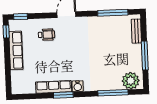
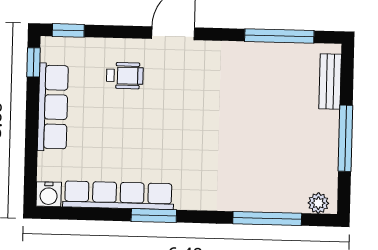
plant: (131, 81) -> (318, 203), width x0.53, depth x0.53
water cooler: (78, 86) -> (49, 194), moved
row of seats: (54, 87) -> (118, 195), width x1.36

